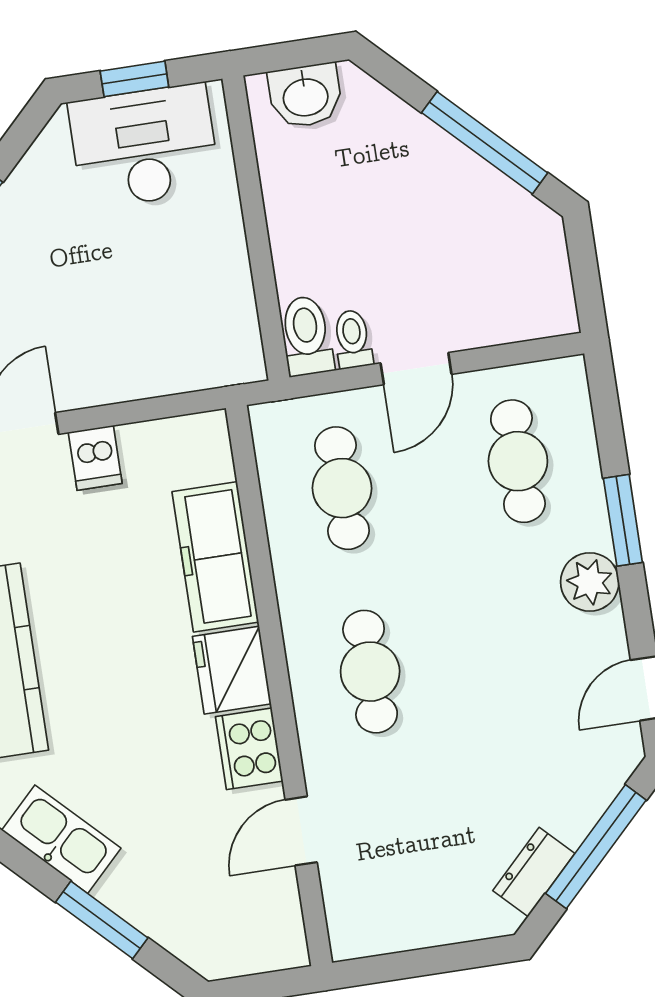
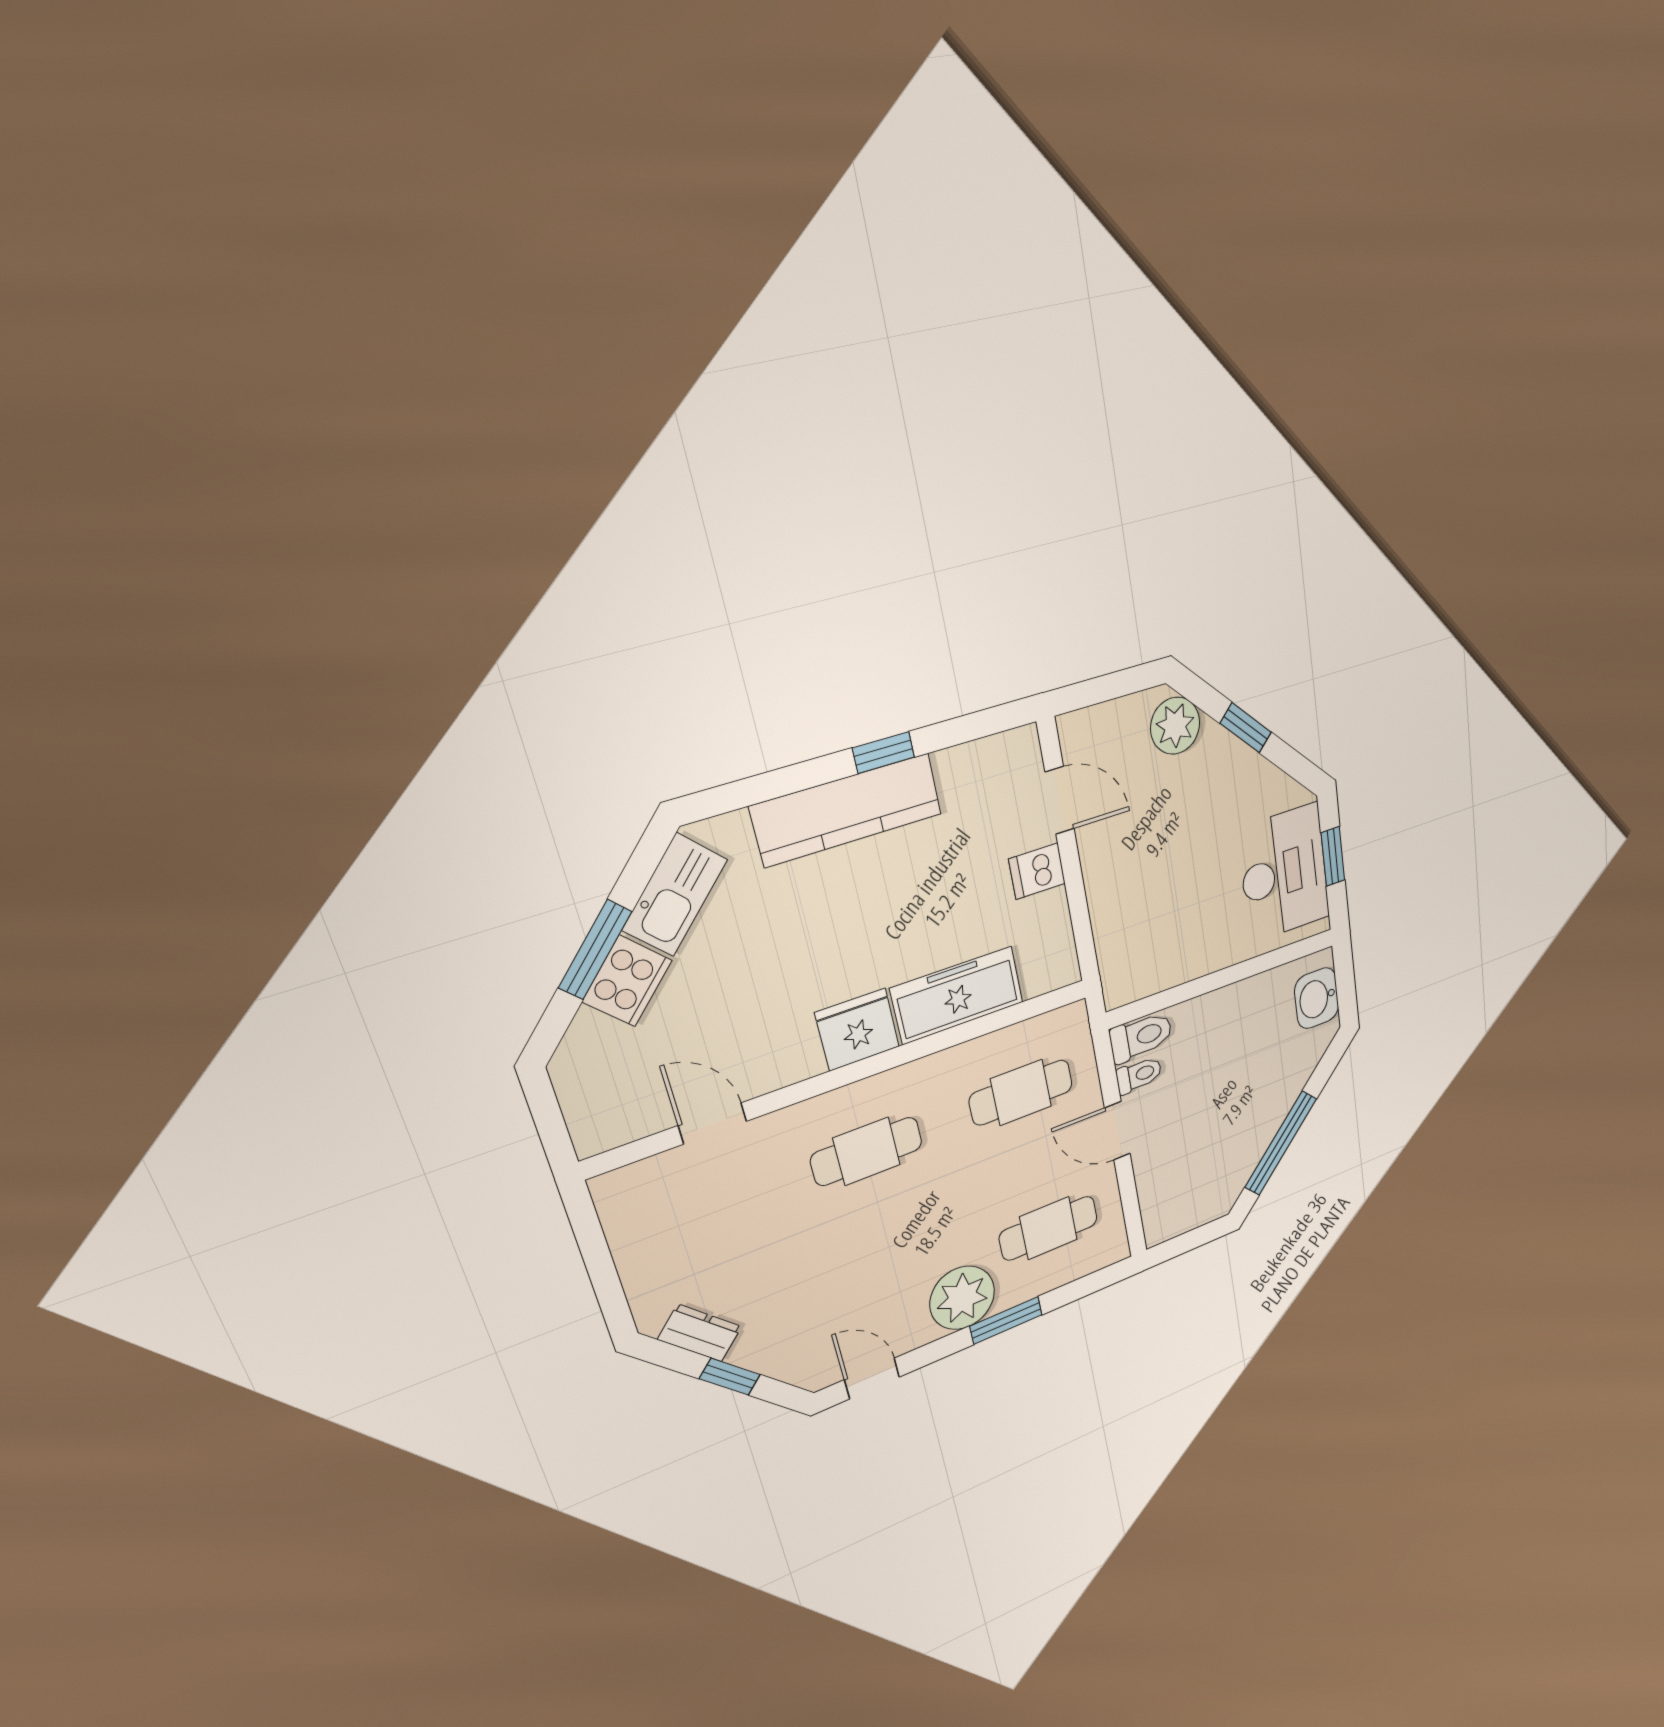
plant: (590, 582) -> (962, 1298), width x1.36, depth x1.36
cooker: (249, 749) -> (627, 981), moved, turned 135
window: (596, 847) -> (730, 1377), width x0.46

